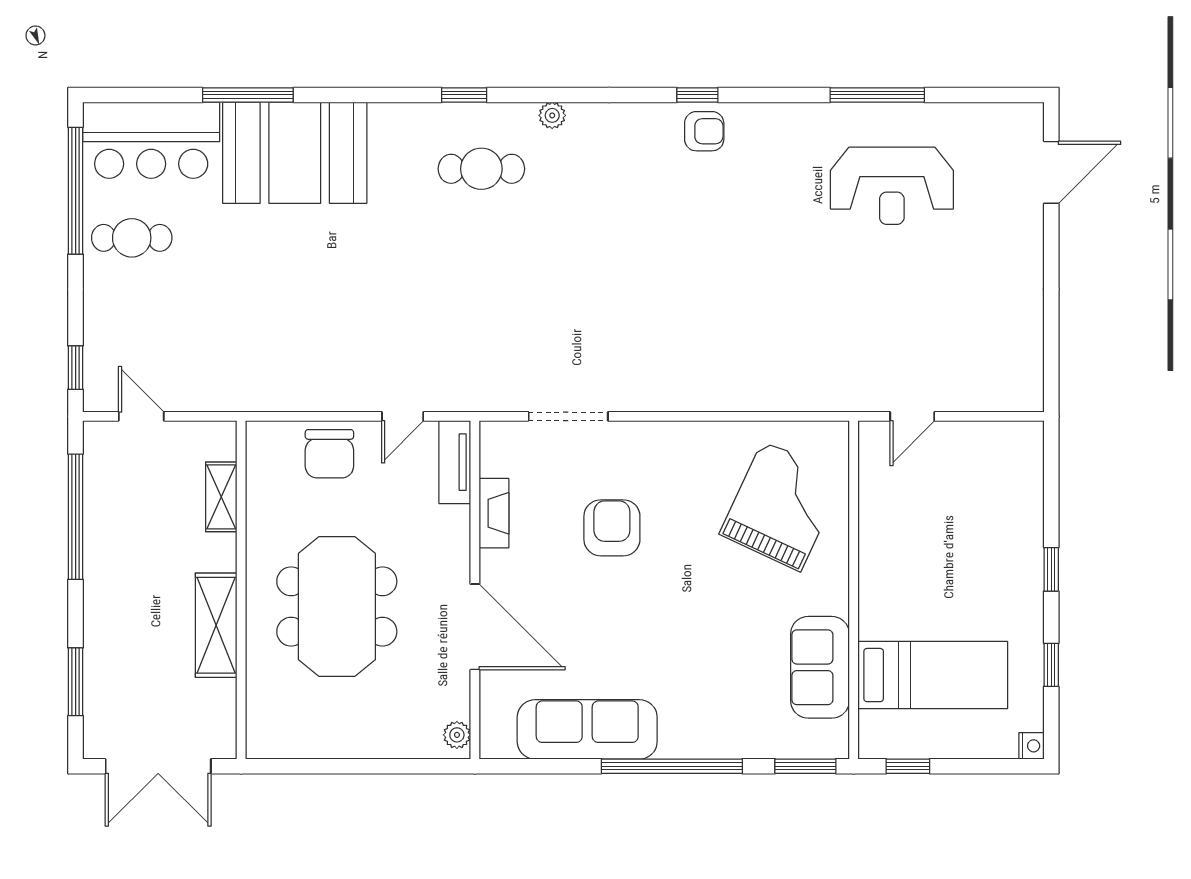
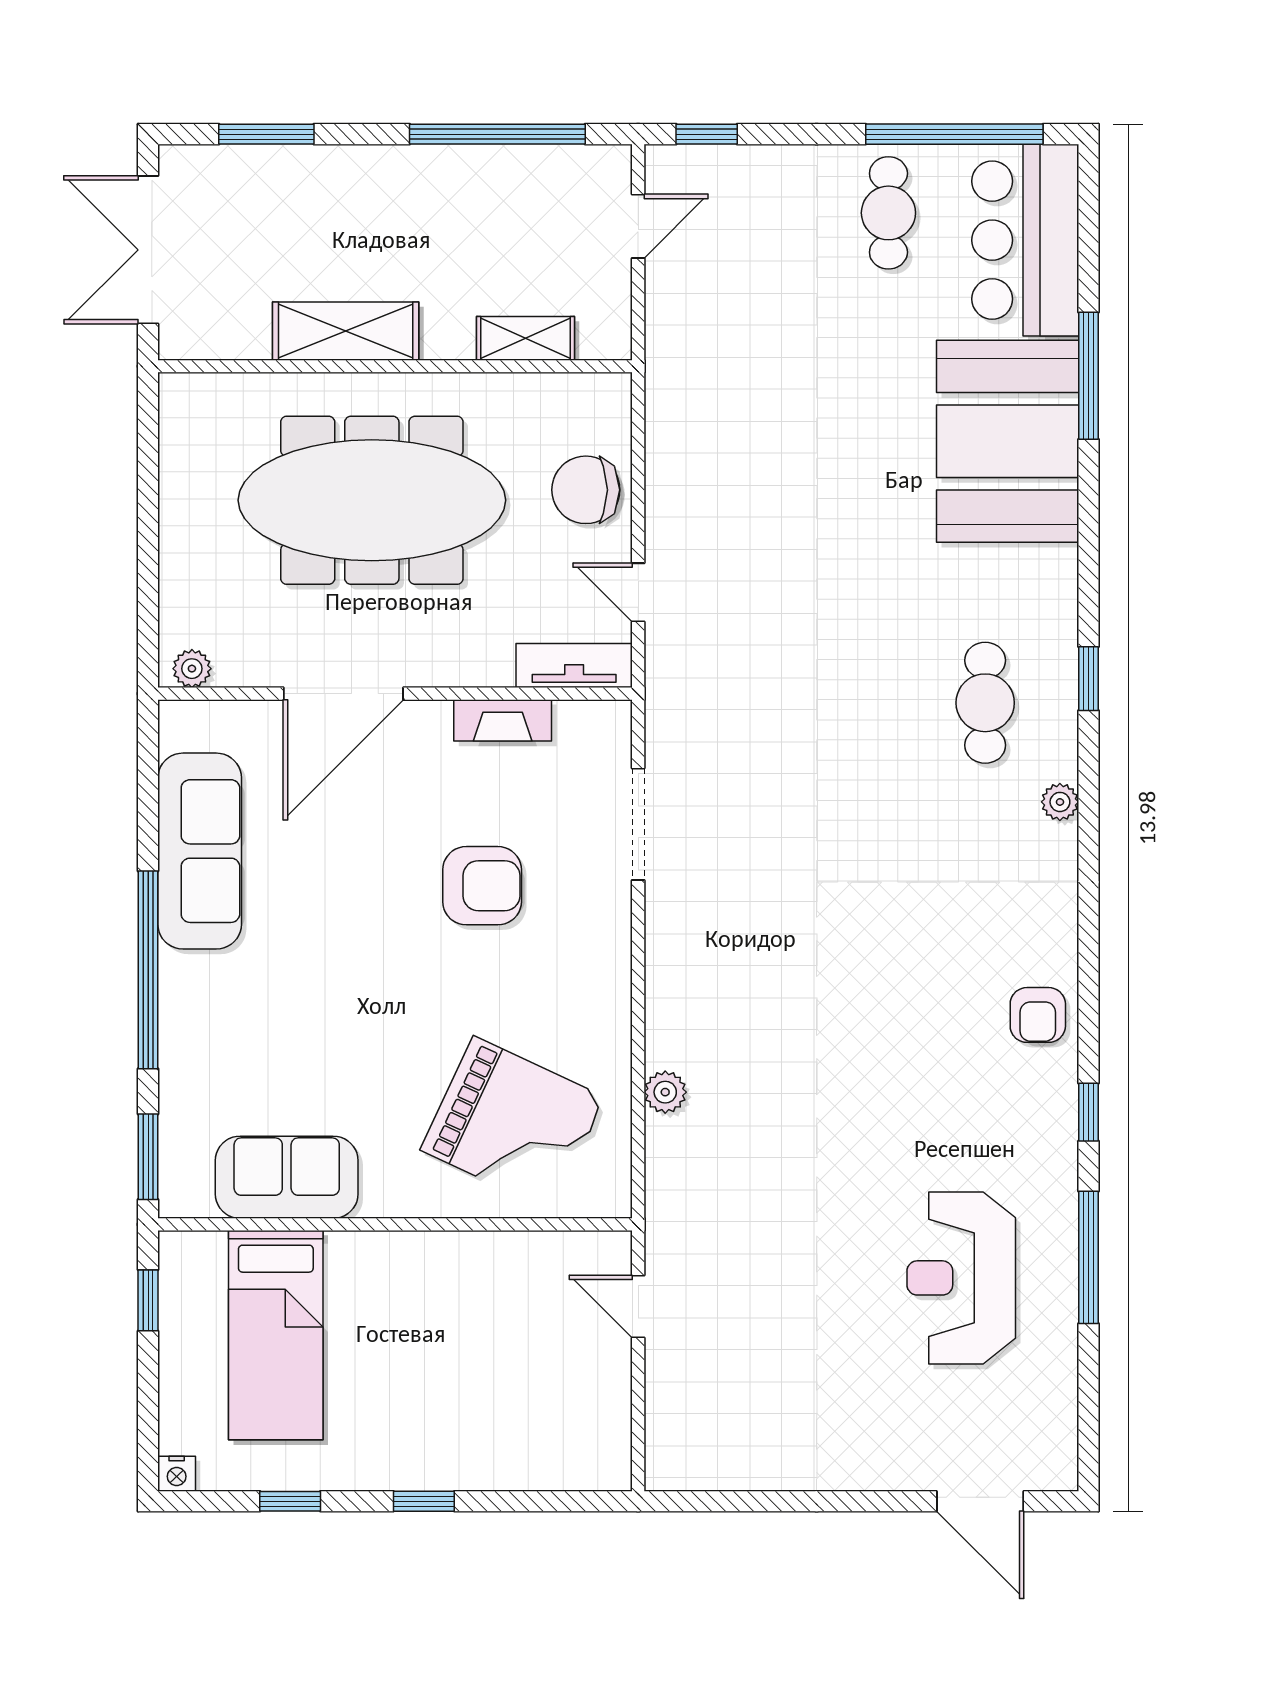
window: (697, 95) -> (1089, 1112), moved
plant: (759, 397) -> (665, 1092), added
meeting table: (337, 606) -> (372, 500), width x1.36

